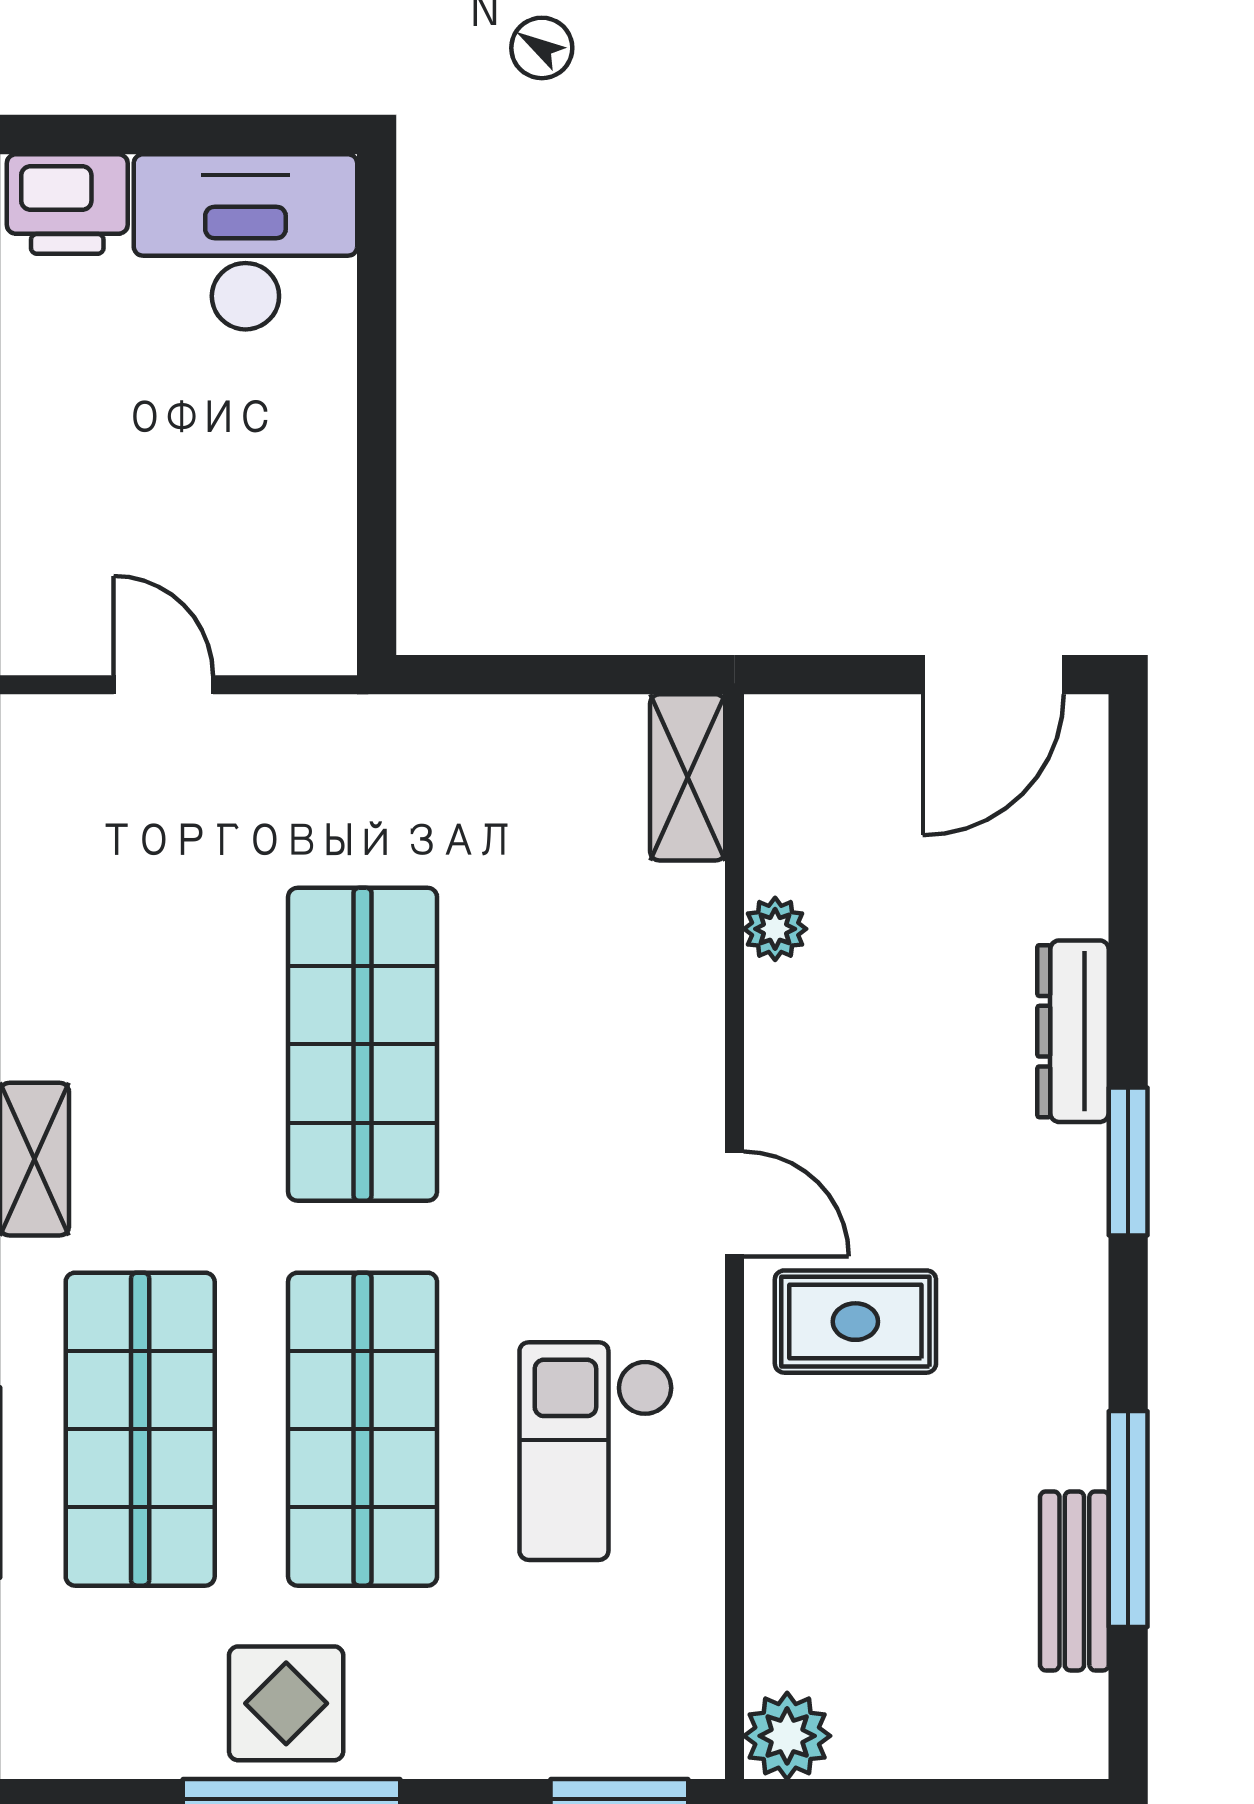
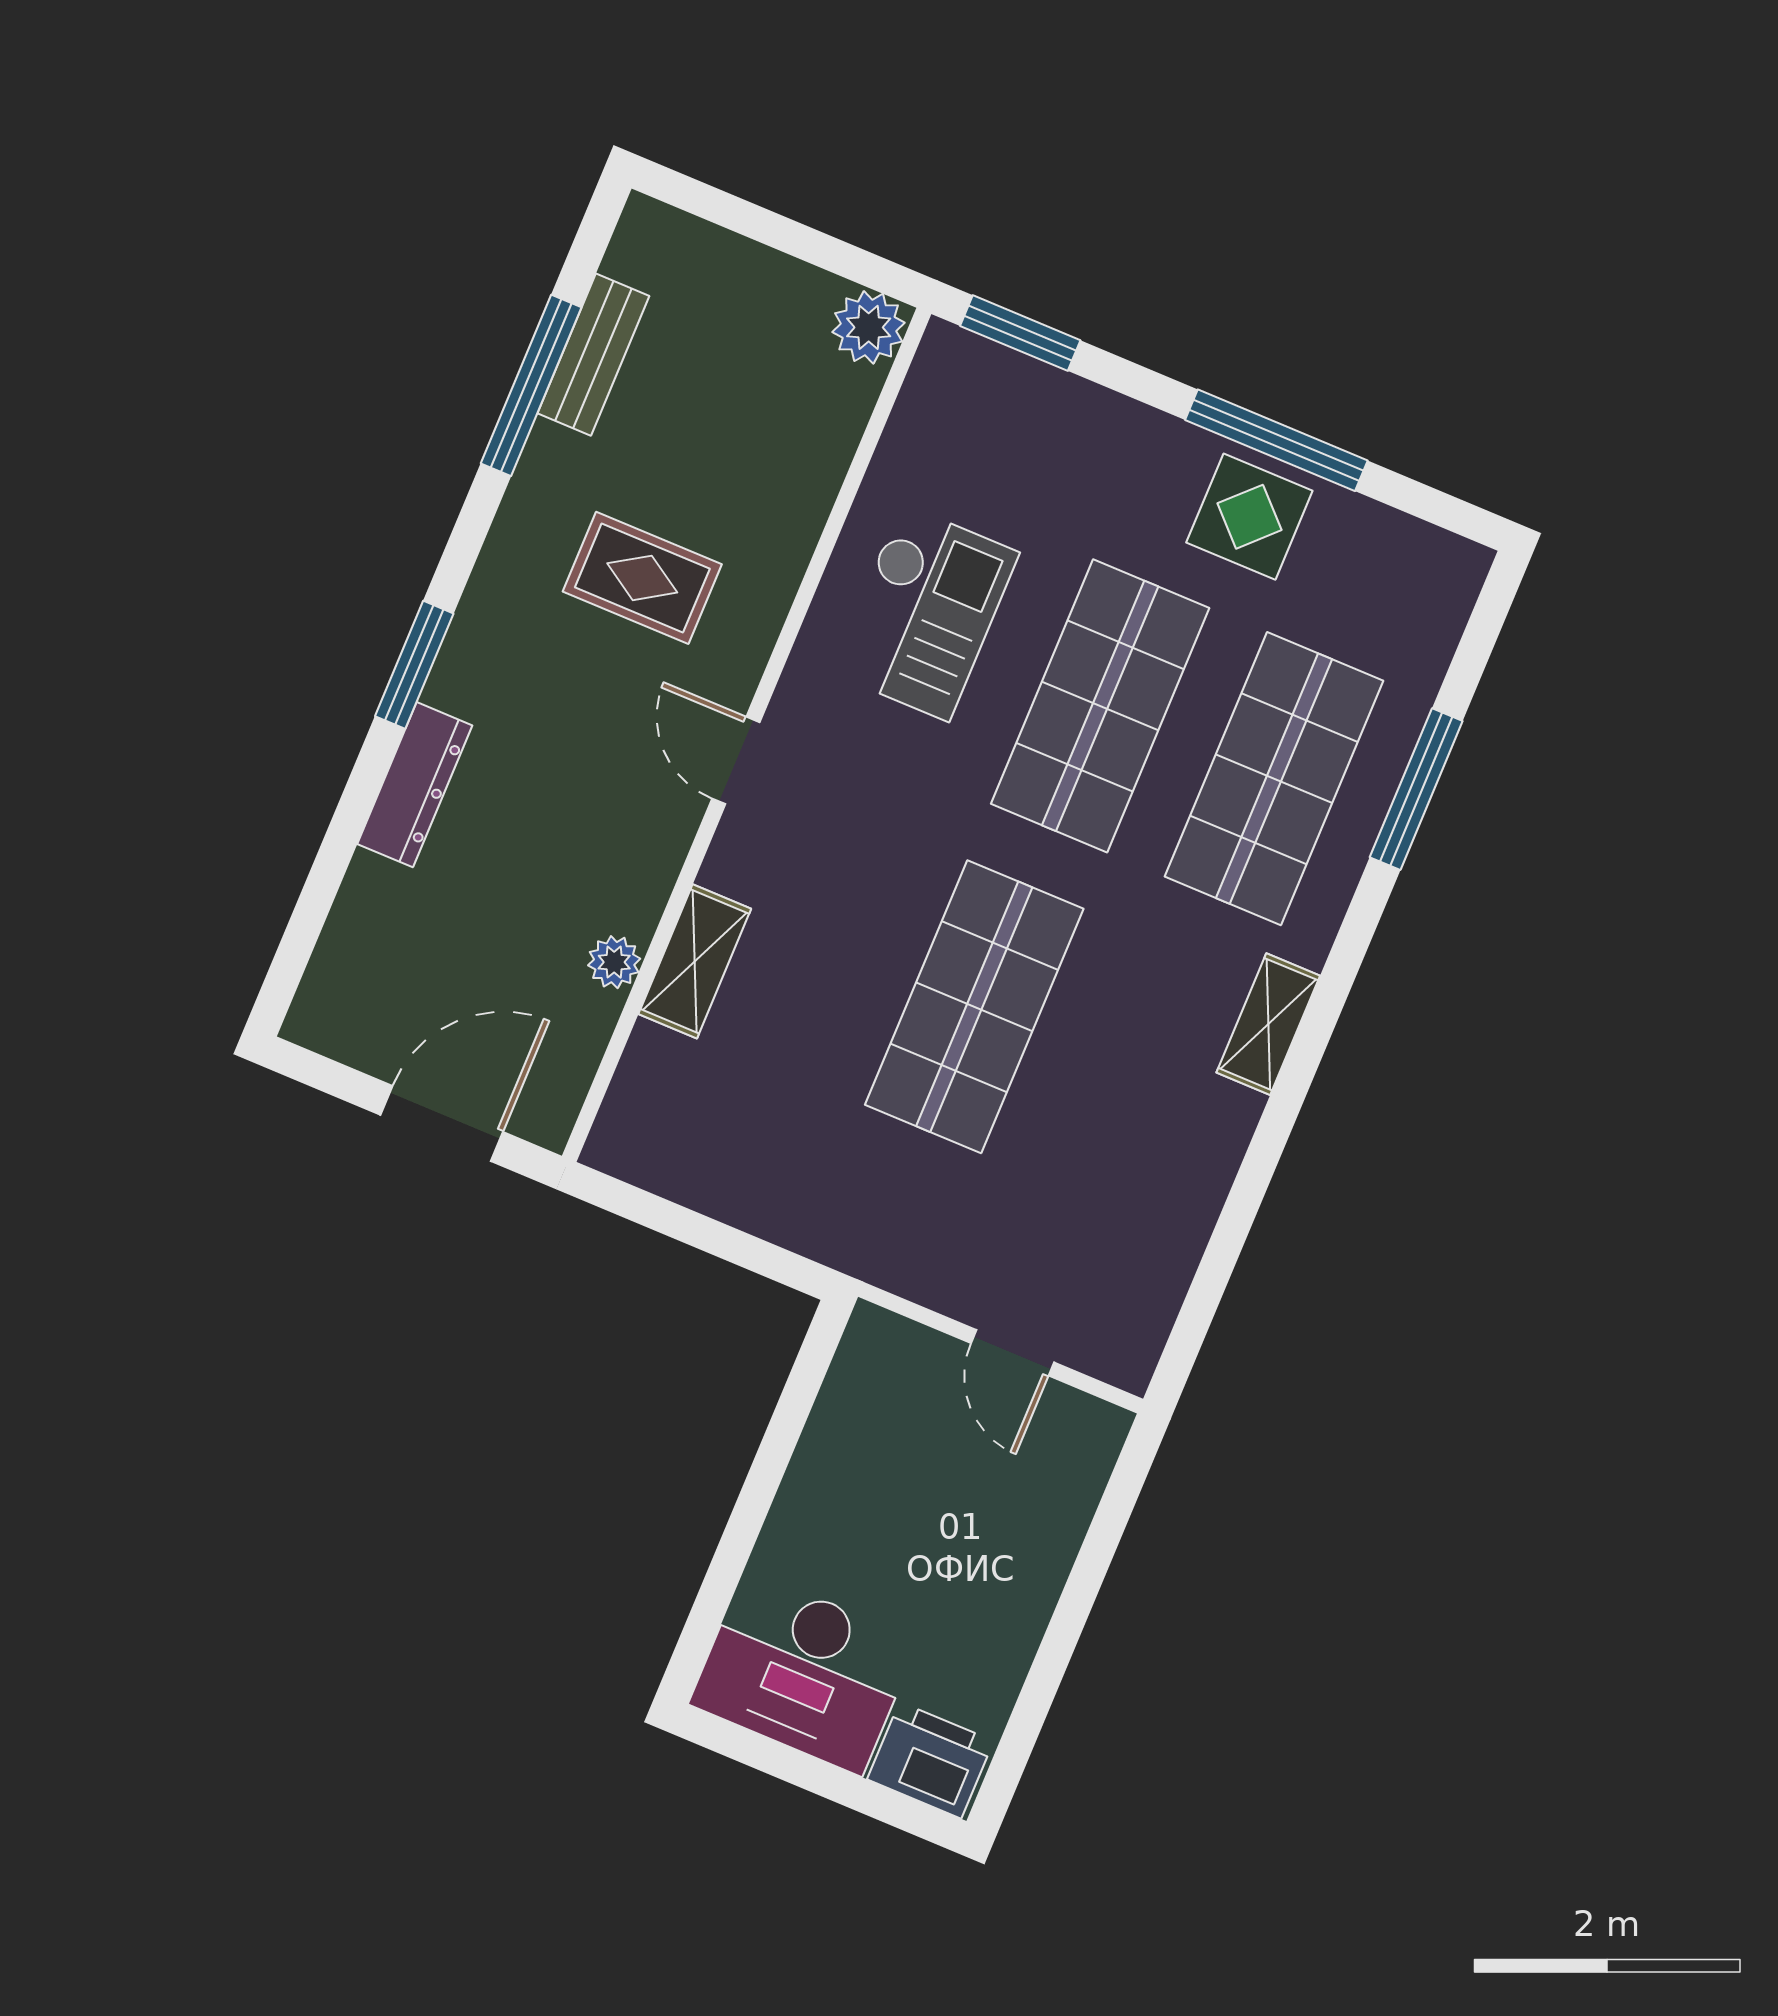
door: (993, 675) -> (442, 1123), moved
shelving: (688, 777) -> (695, 961), moved
rug: (855, 1322) -> (642, 578), moved

